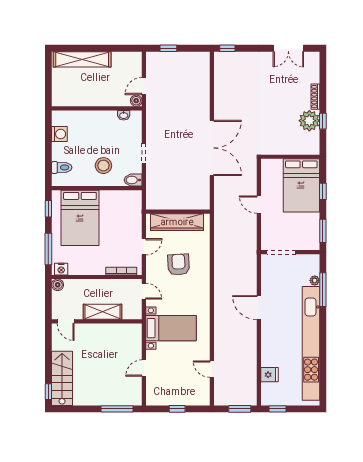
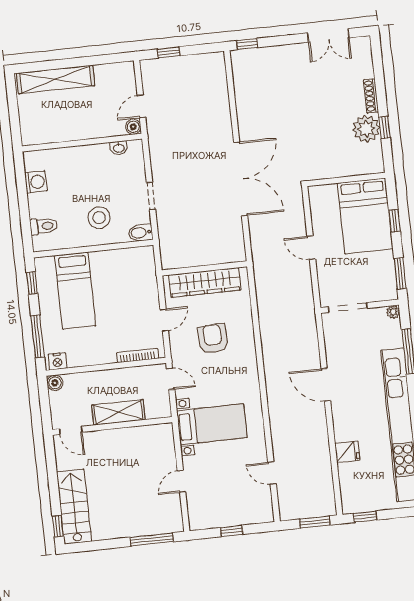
bed: (80, 218) -> (75, 291), width x0.67
plant: (315, 280) -> (393, 312), moved
fridge: (269, 375) -> (347, 452), moved

